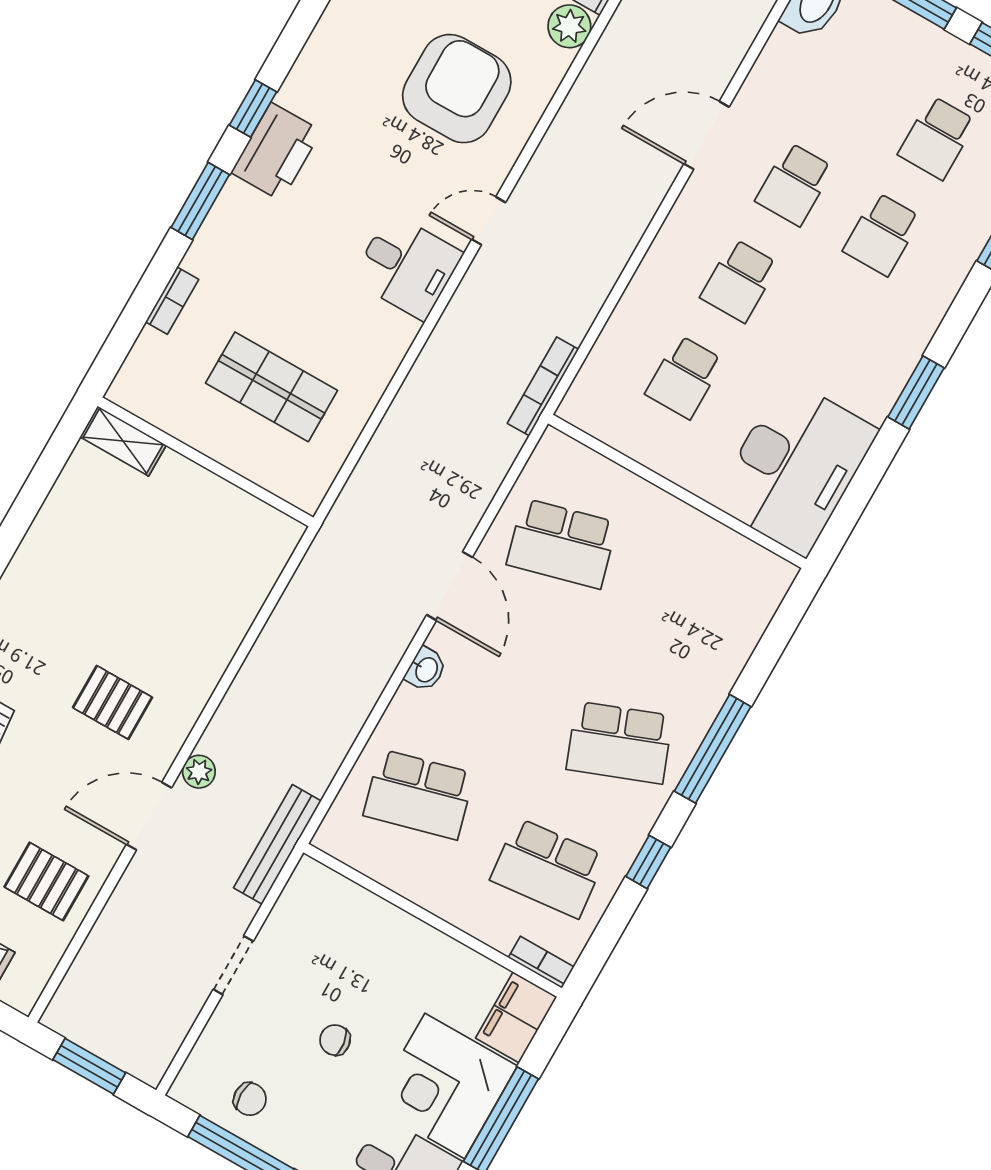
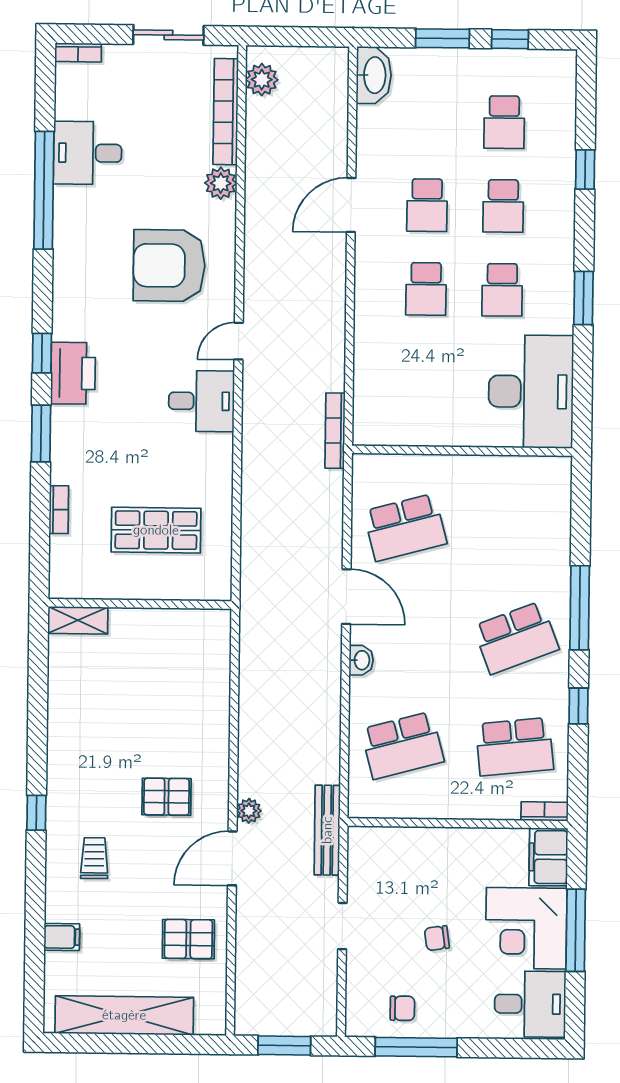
armchair: (457, 89) -> (169, 265), turned -90
school desk: (684, 377) -> (502, 290), moved

